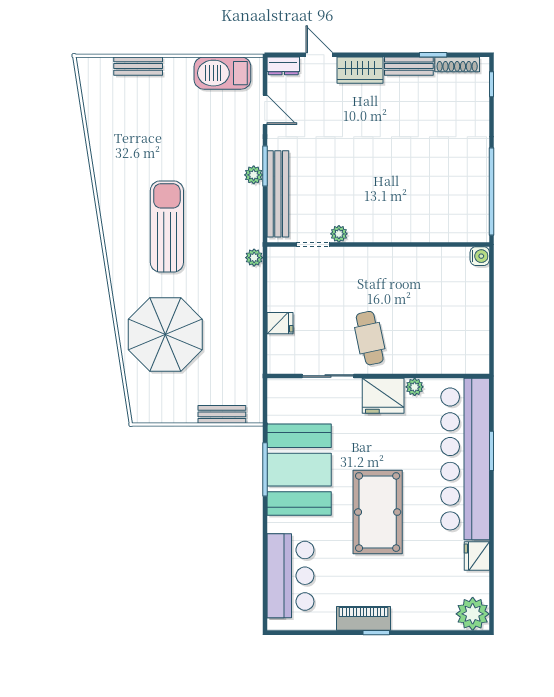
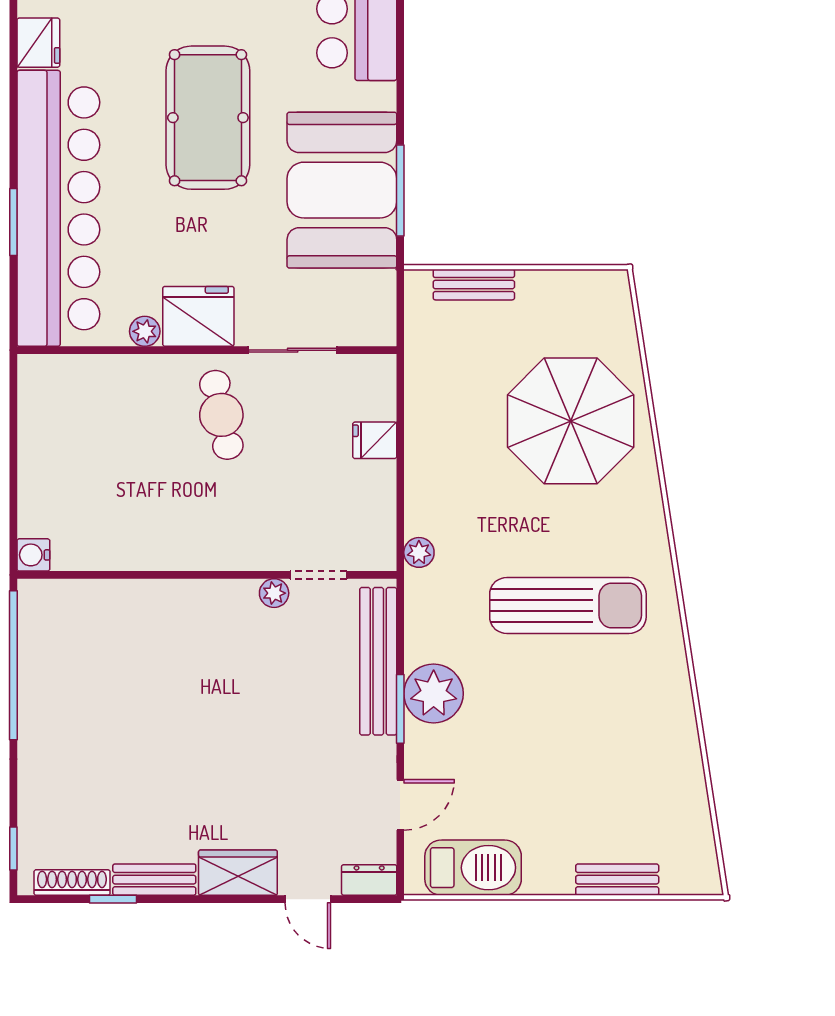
door: (265, 110) -> (400, 805), swing flipped
plant: (254, 175) -> (434, 694), width x1.87, depth x1.87
sun lounger: (167, 226) -> (568, 606), turned -90

